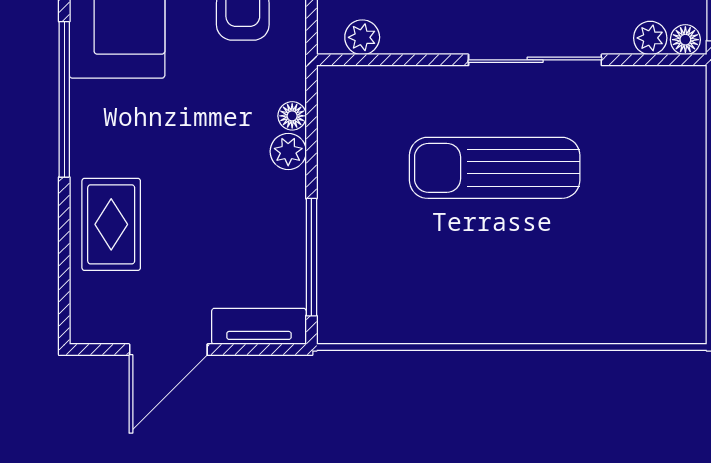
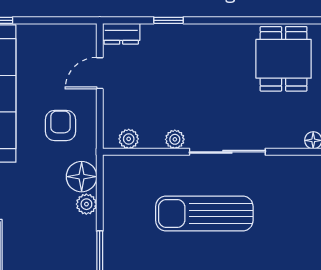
plant: (650, 38) -> (175, 139), moved
floor lamp: (292, 116) -> (82, 177), width x1.89, depth x1.89

